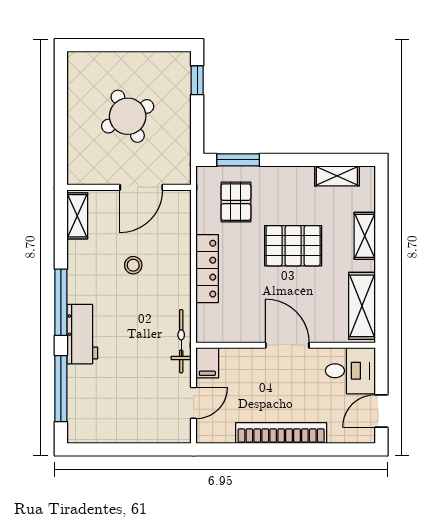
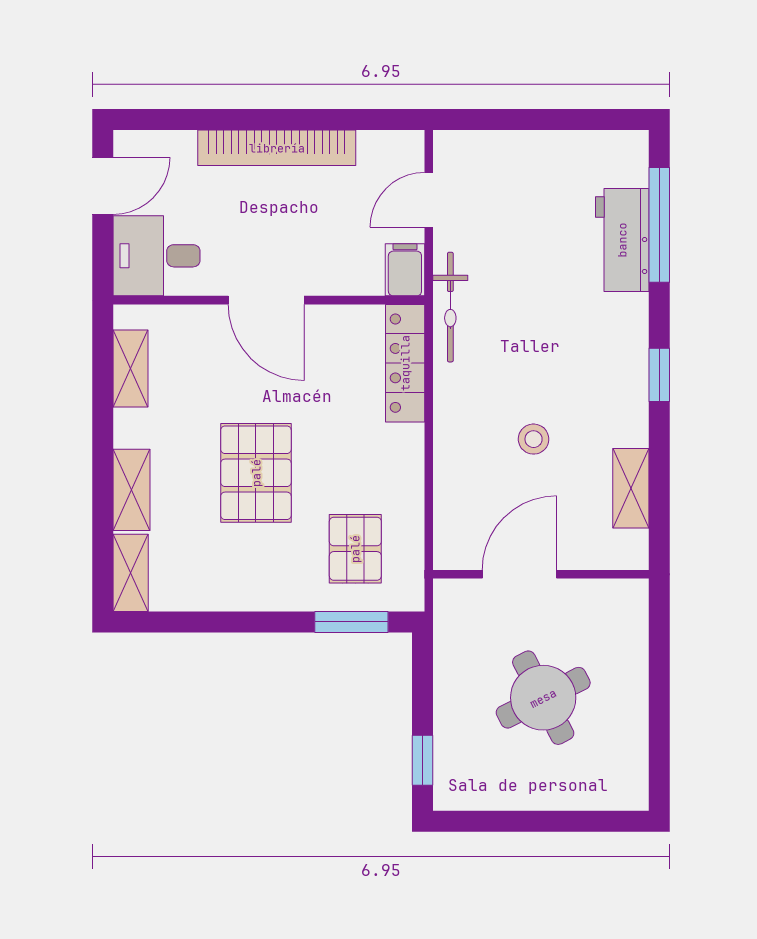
shelving: (337, 176) -> (131, 573), moved, turned 90
shelving: (77, 216) -> (631, 488), moved
pallet: (293, 246) -> (256, 473), turned 90
locker: (207, 269) -> (405, 363), moved
window: (61, 302) -> (659, 375), width x0.46
shelving: (362, 306) -> (131, 368), width x0.67, depth x0.75
workbench: (82, 334) -> (622, 240), moved

